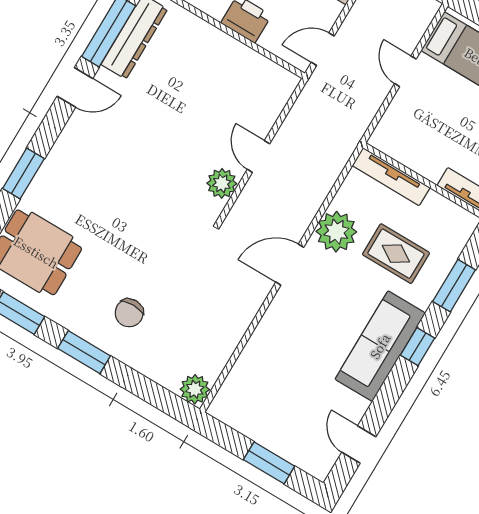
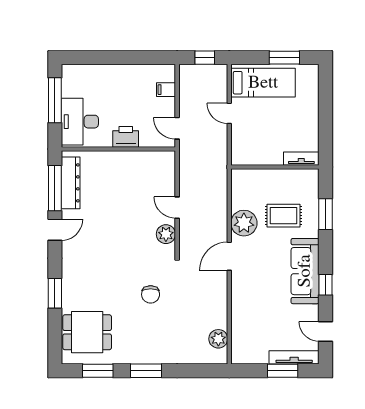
door: (323, 49) -> (177, 128), hinge flipped
tv unit: (391, 177) -> (294, 357), moved, turned 180
chair: (129, 313) -> (151, 294), moved
window: (417, 347) -> (325, 285), moved
plant: (195, 389) -> (218, 339), moved

